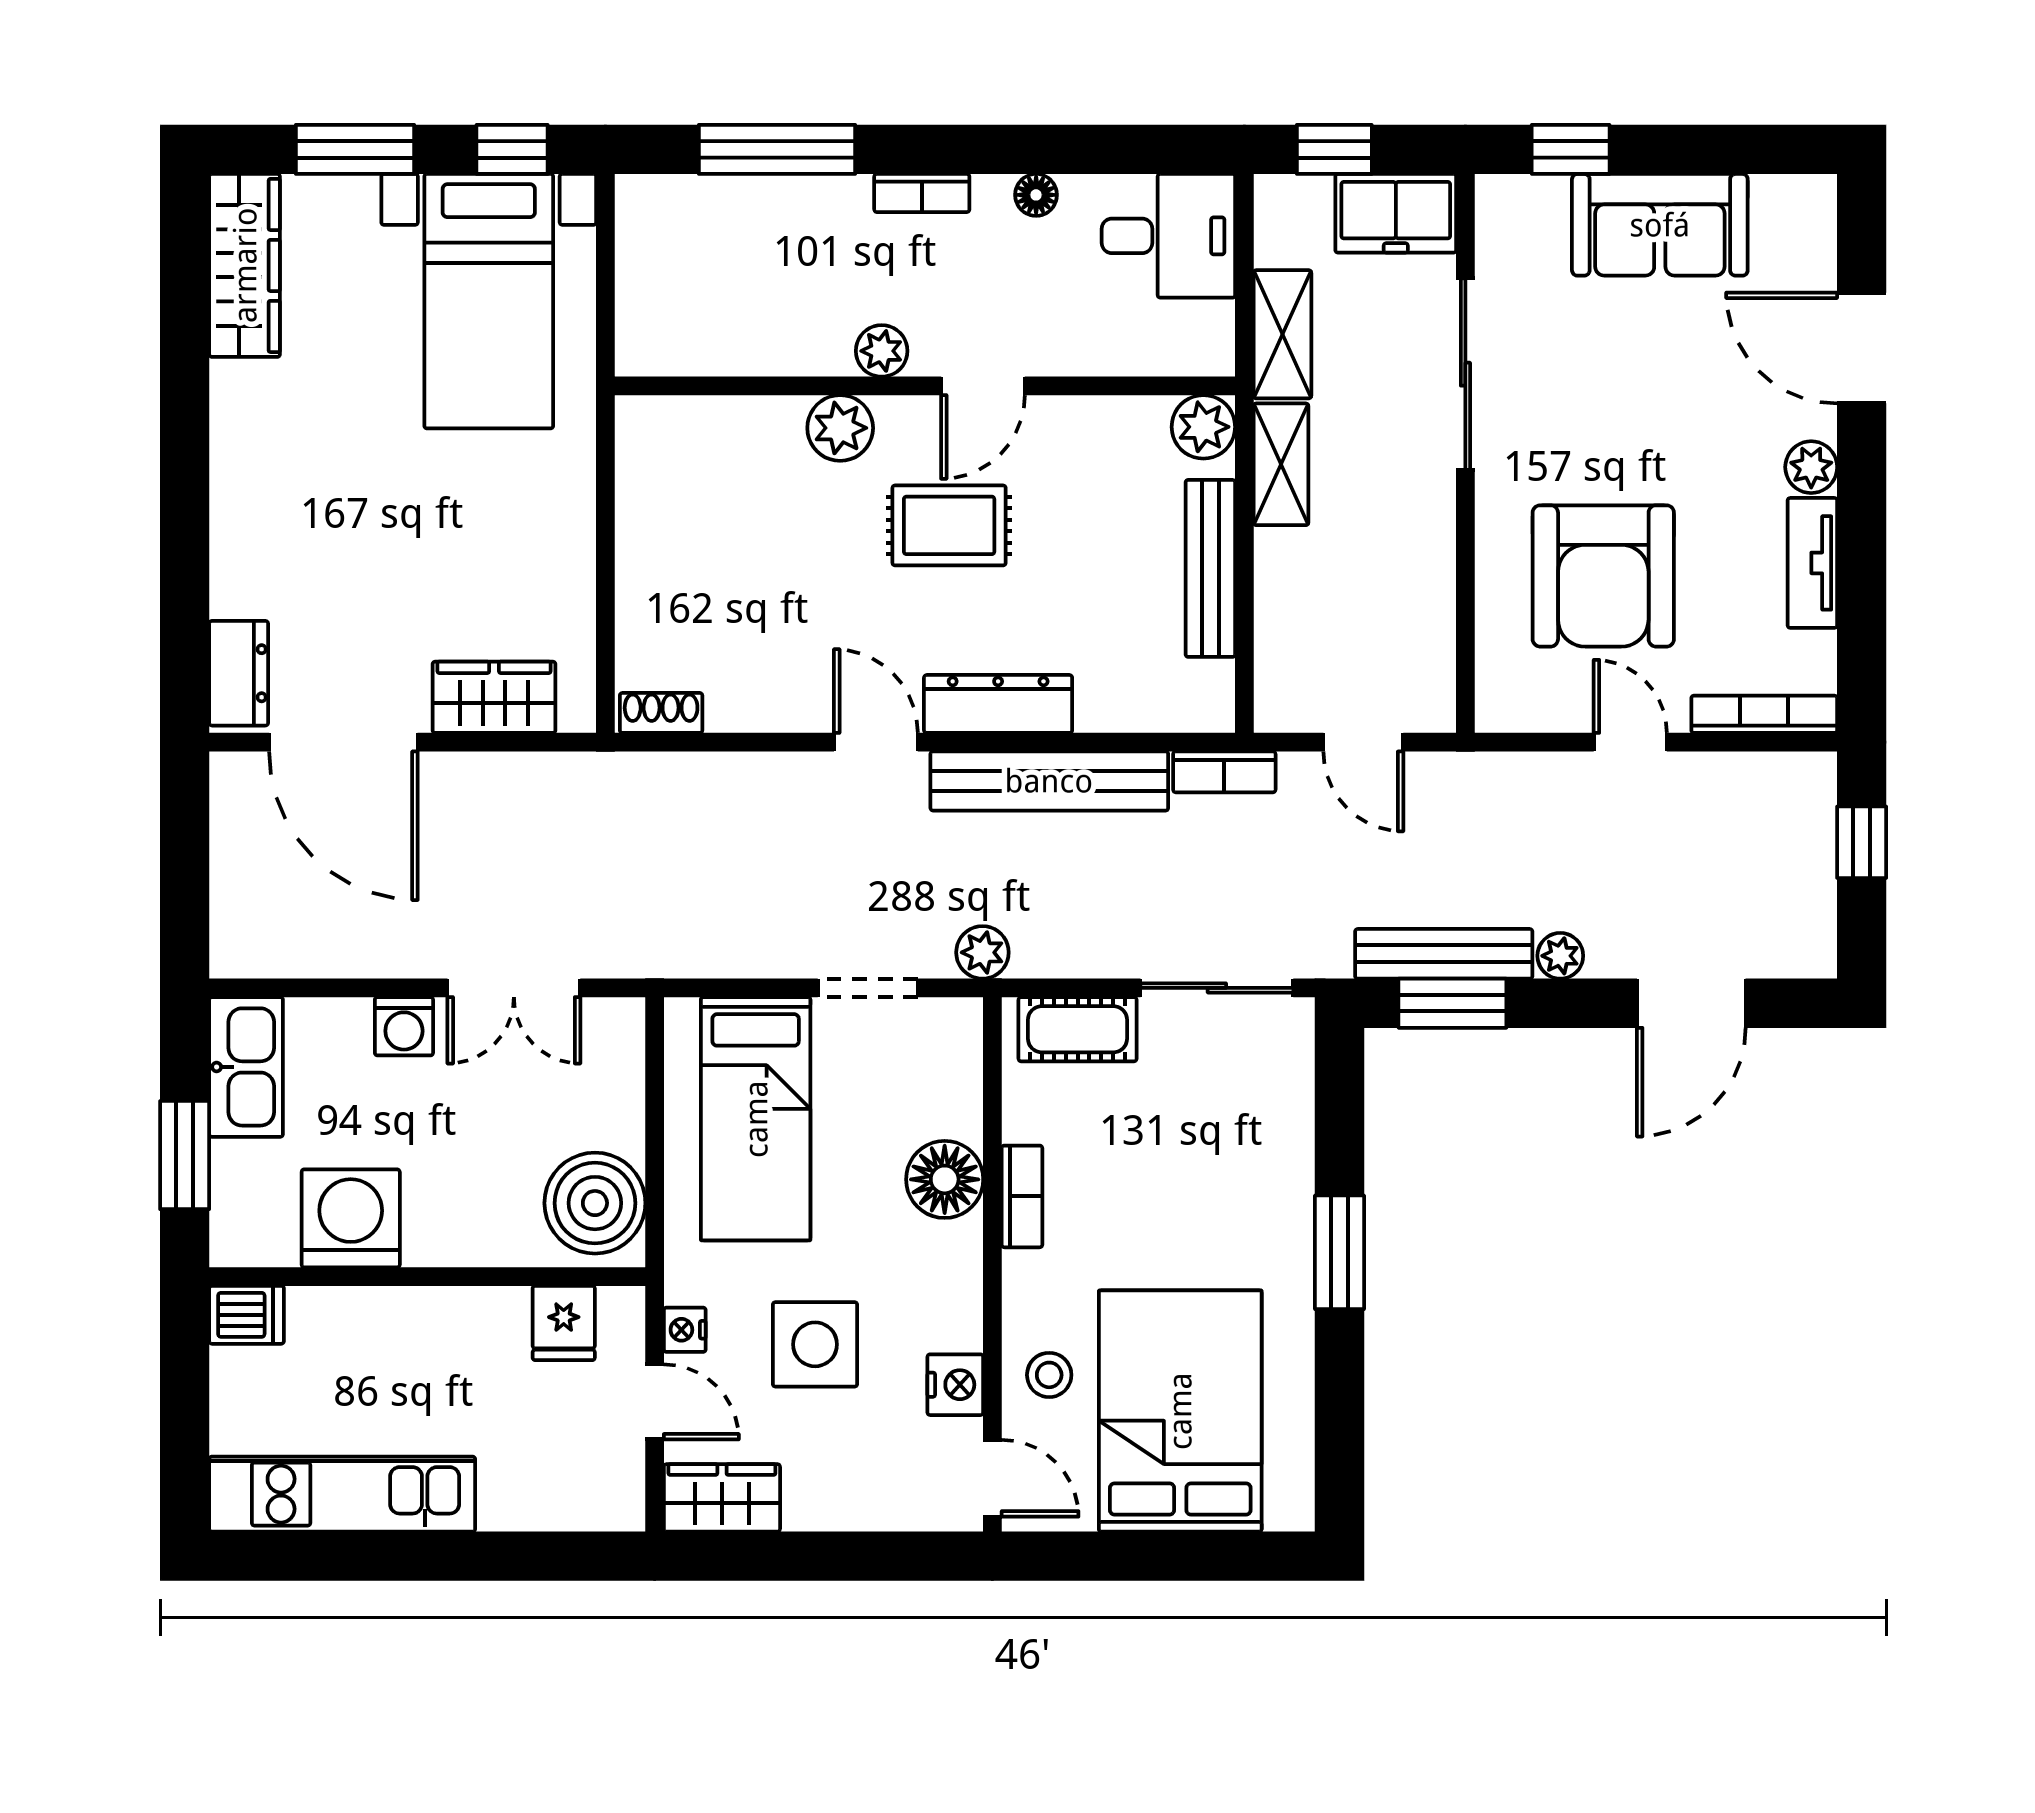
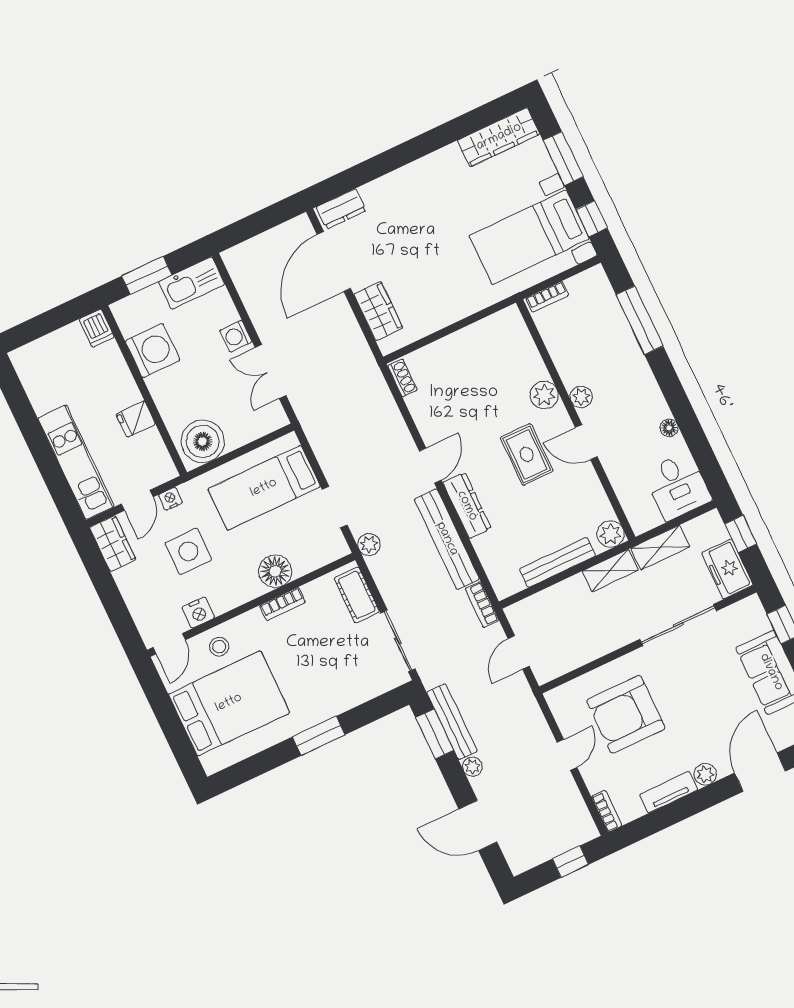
bookcase: (922, 193) -> (547, 297), moved, turned -90
bookcase: (1764, 714) -> (607, 811), width x0.64
fridge: (564, 1323) -> (136, 419), moved
kitchen unit: (342, 1494) -> (76, 462), moved

